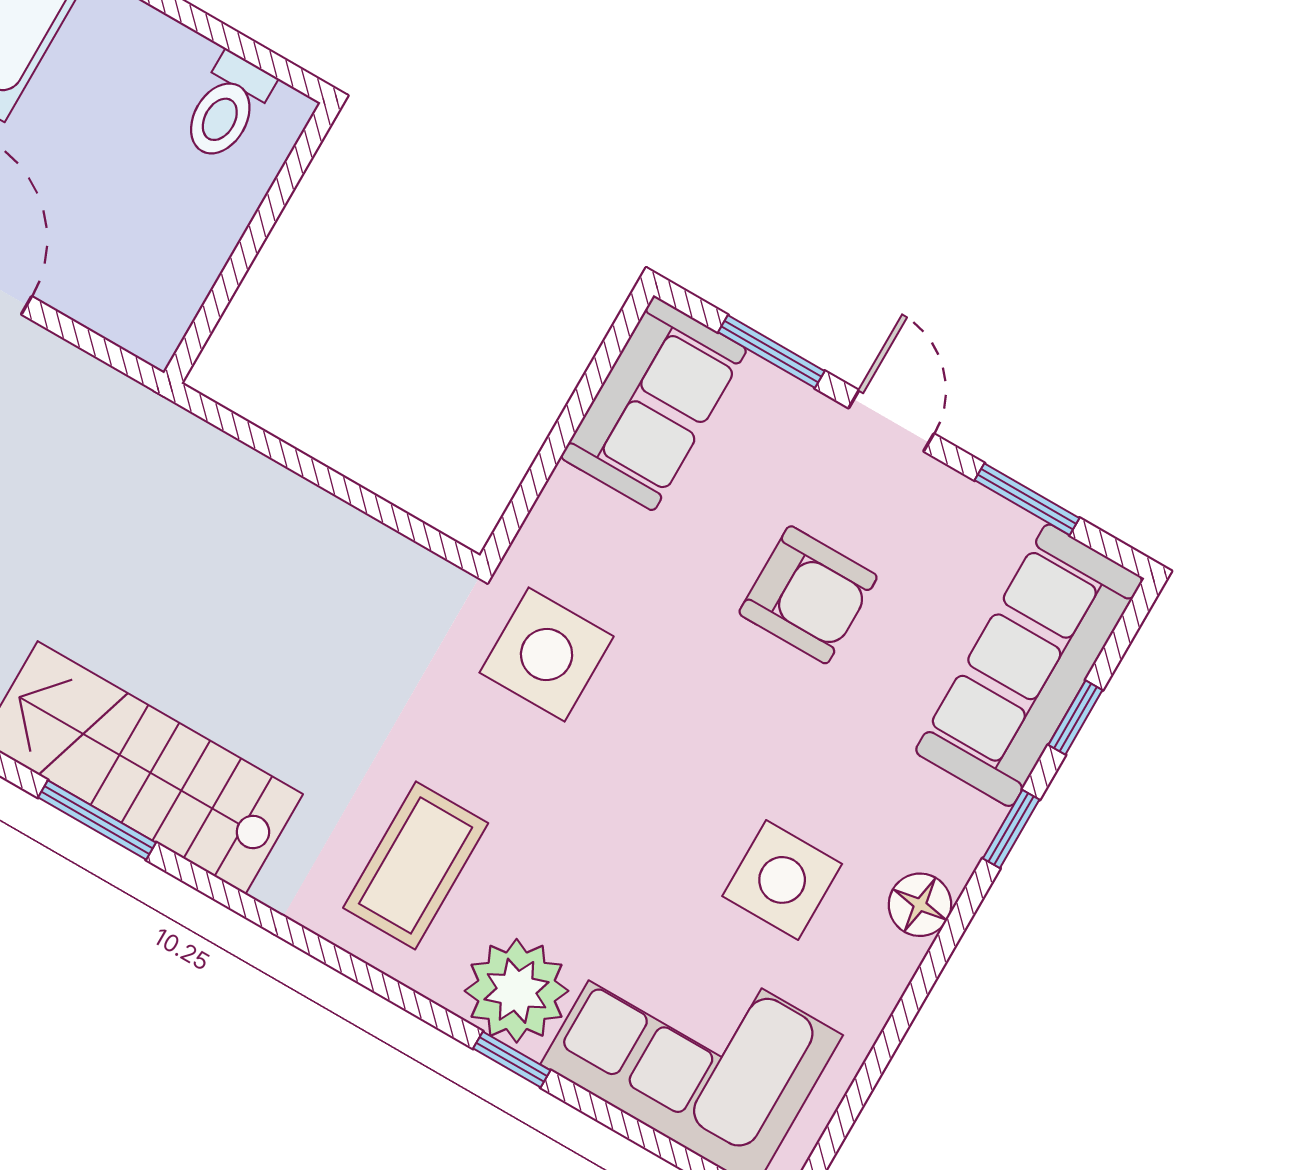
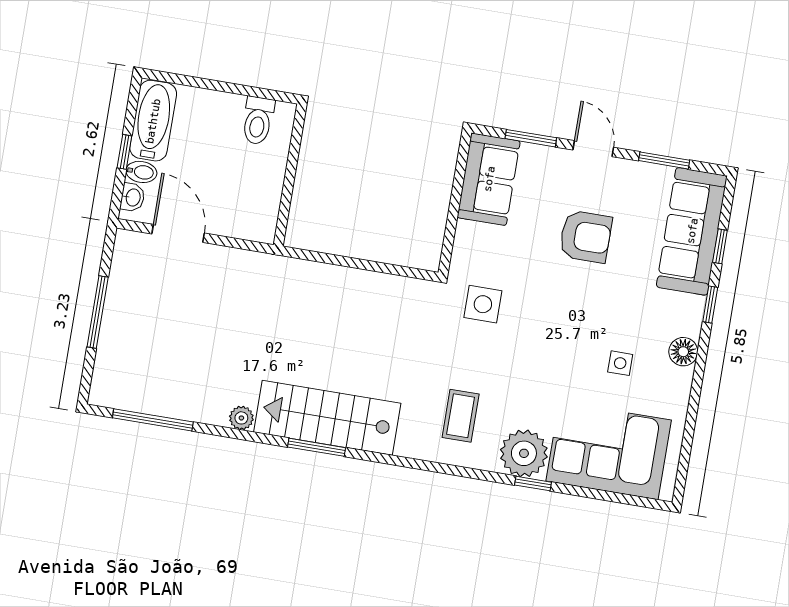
side table: (547, 654) -> (483, 304), width x0.73, depth x0.73
coffee table: (416, 865) -> (461, 416), width x0.73, depth x0.77
side table: (782, 880) -> (620, 363), width x0.54, depth x0.54

